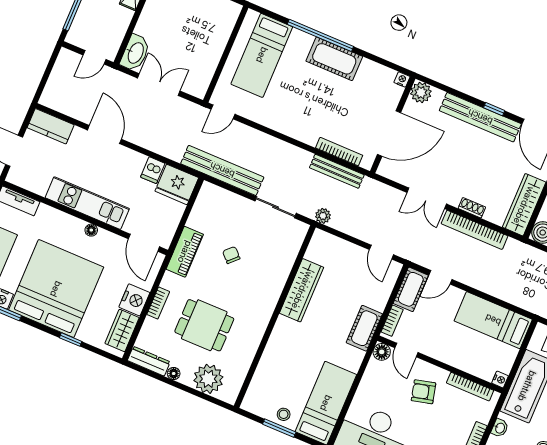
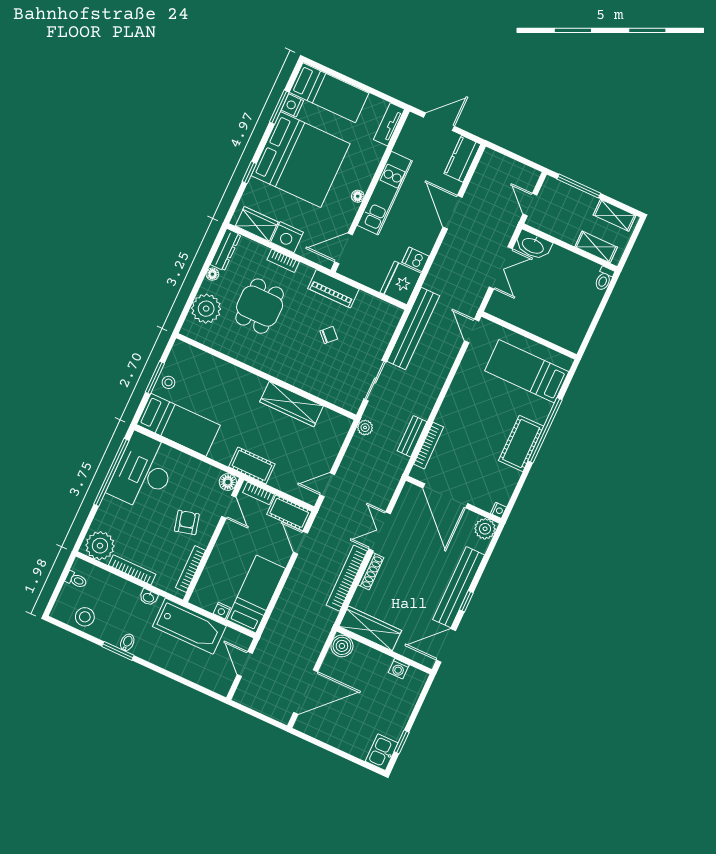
door: (104, 135) -> (452, 212), swing flipped
bench: (337, 171) -> (412, 436), width x0.73
shoe rack: (472, 208) -> (371, 571), width x1.43
door: (406, 350) -> (229, 507), swing flipped
nightstand: (500, 379) -> (222, 611), moved

